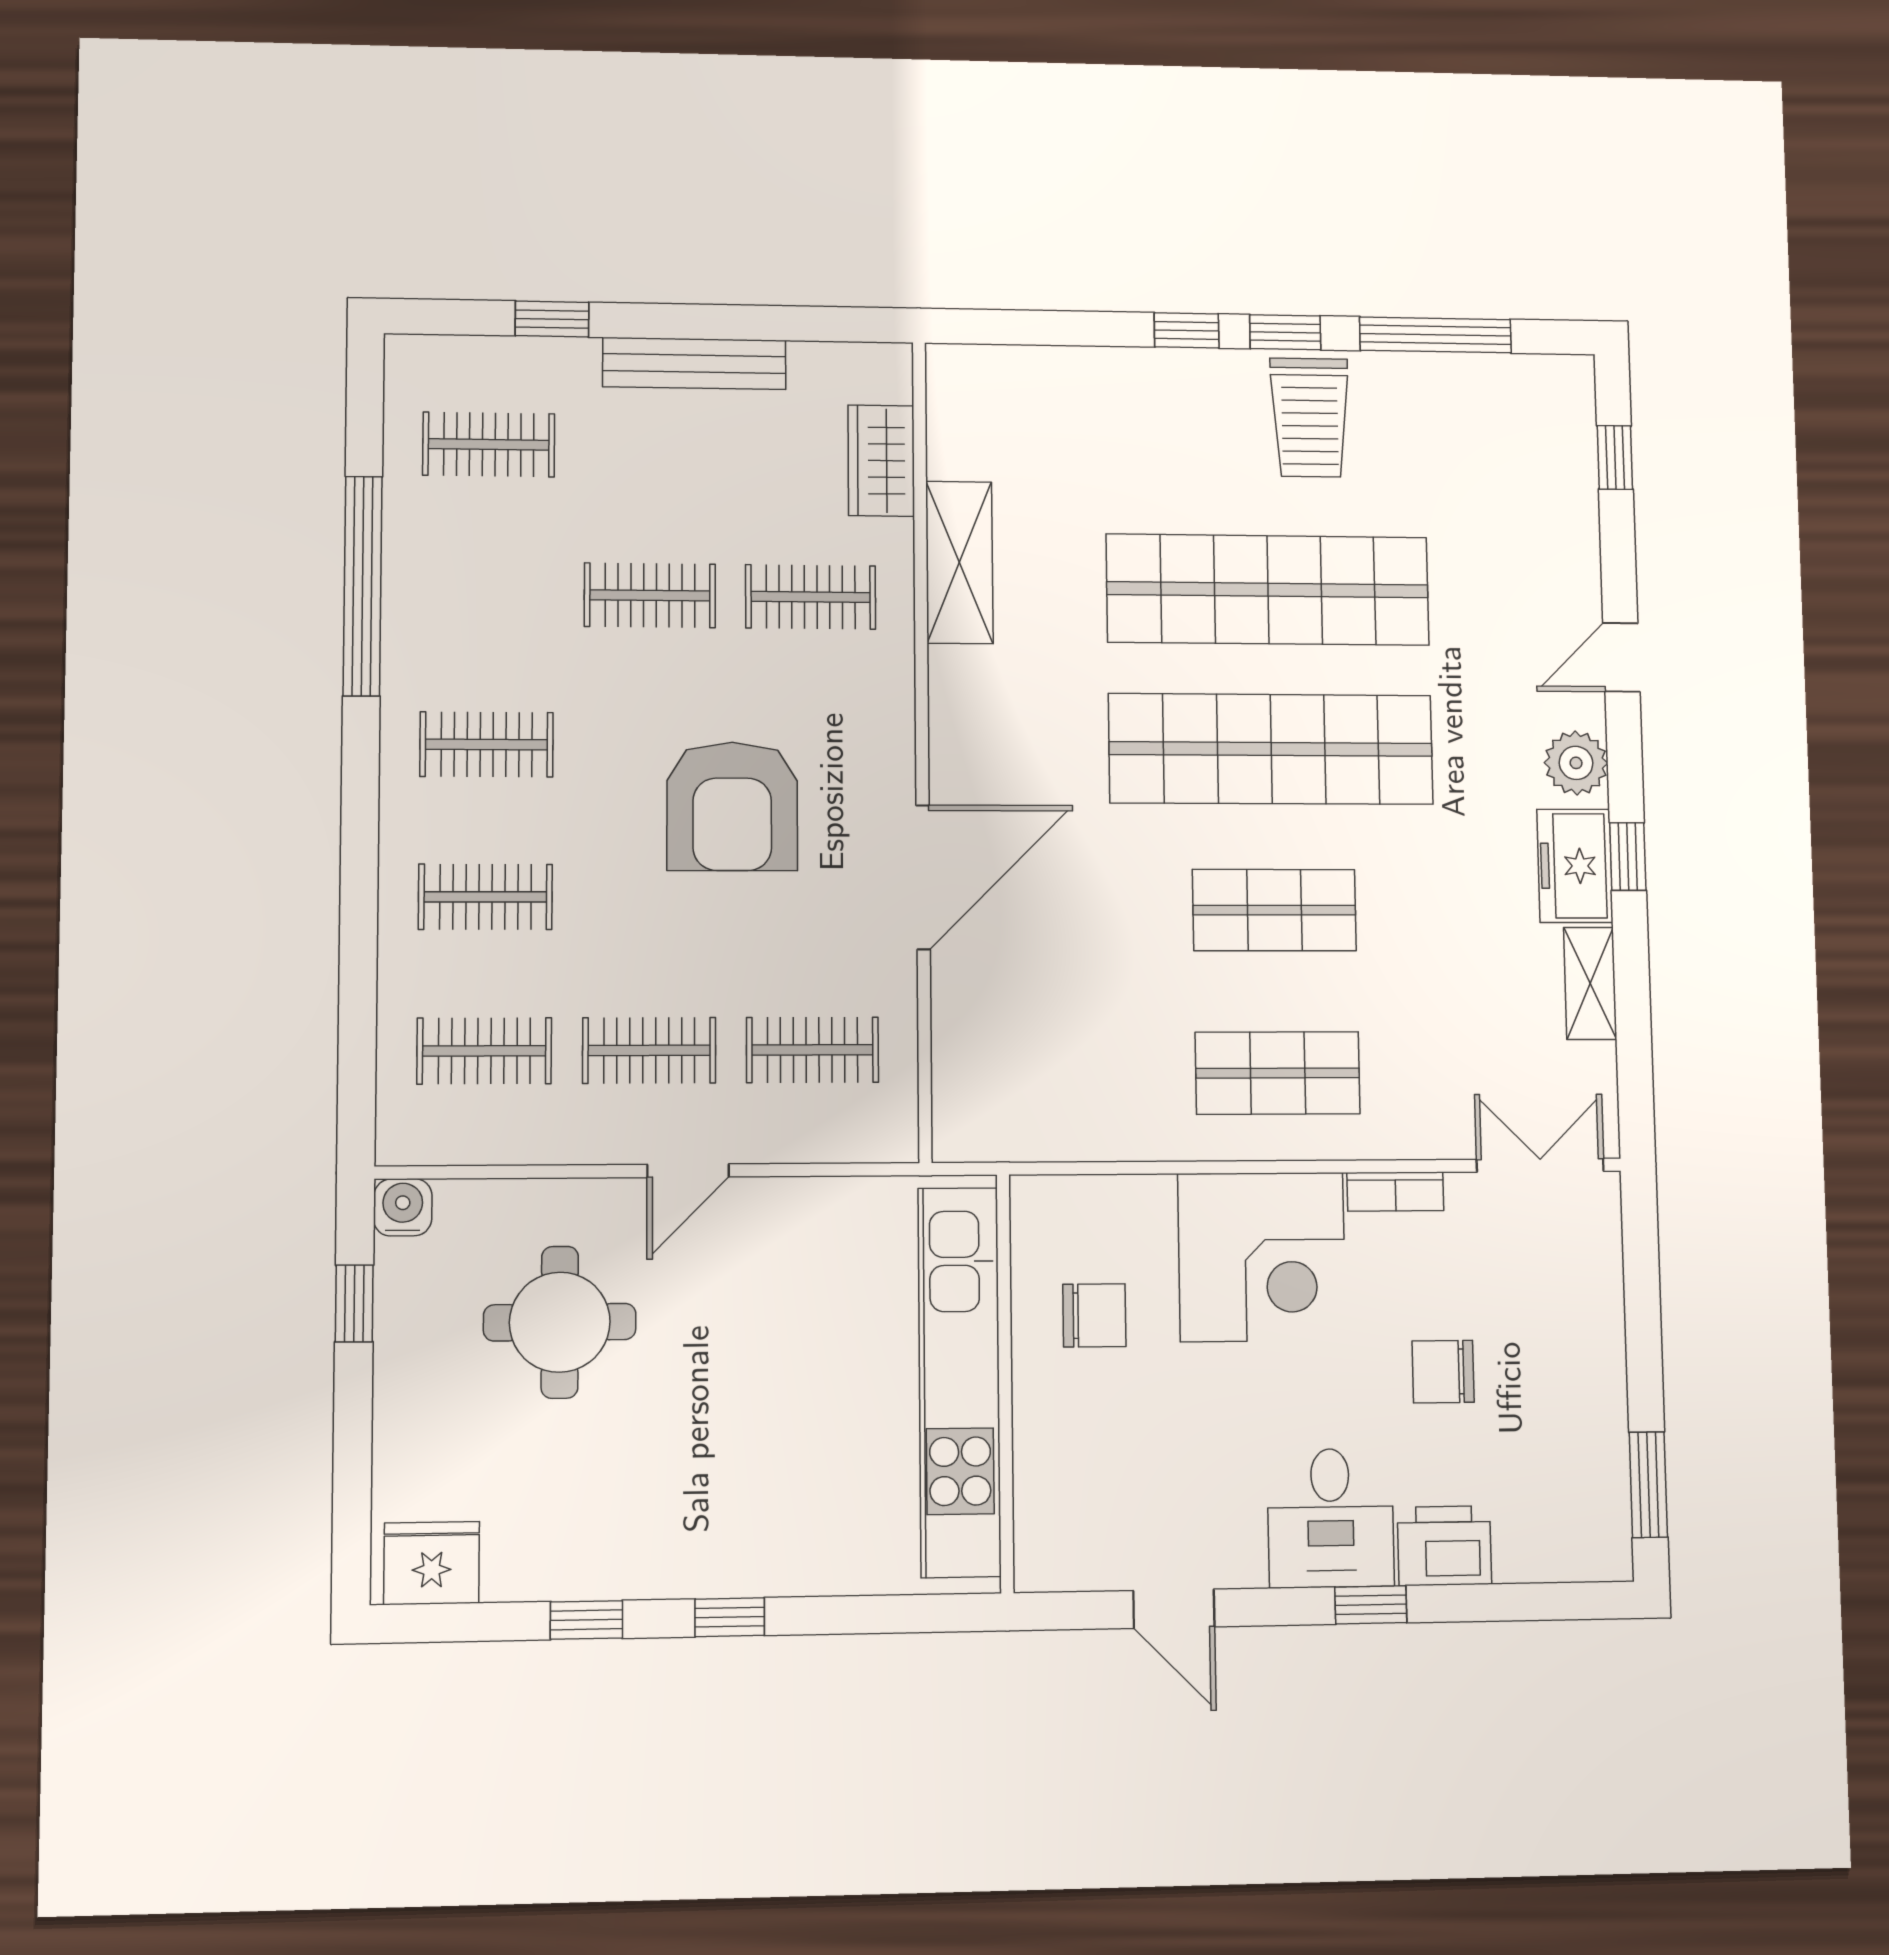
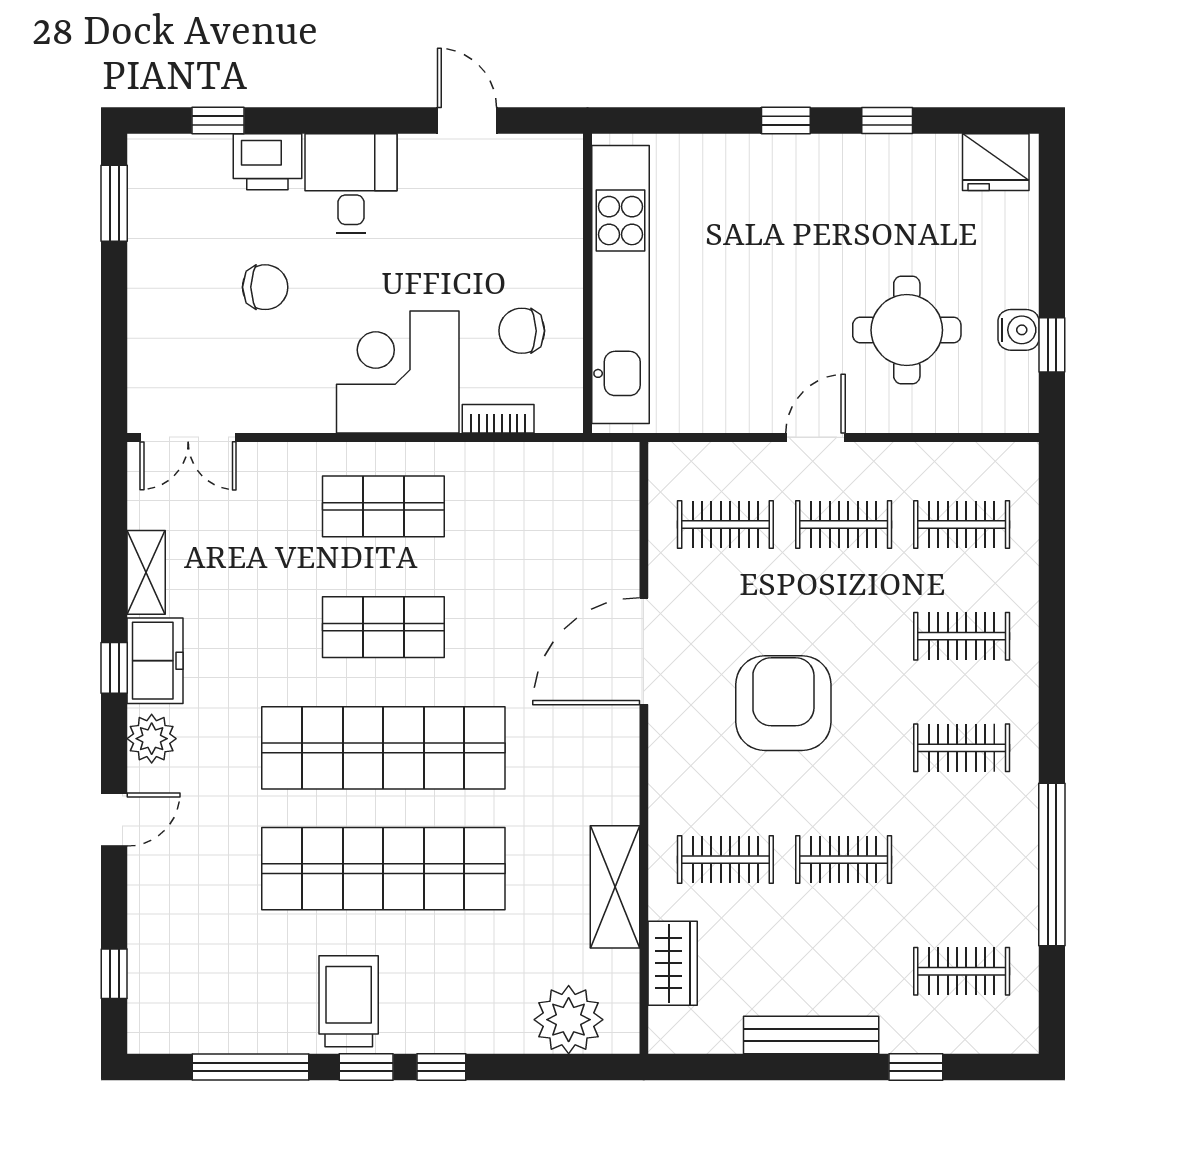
plant: (1020, 389) -> (569, 1020), added
bookcase: (1395, 1192) -> (498, 419), moved
water cooler: (403, 1207) -> (1019, 330), moved, turned -90
window: (1371, 1605) -> (218, 120), moved

